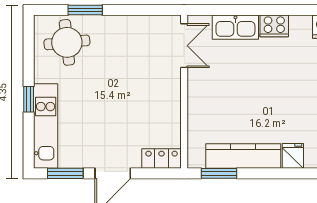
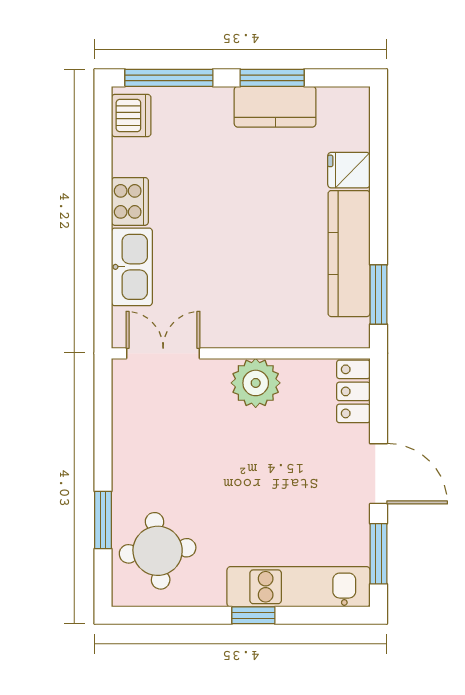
plant: (167, 101) -> (256, 383), added

